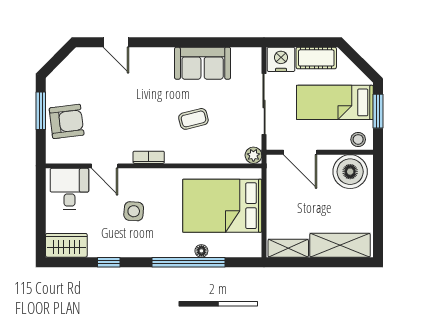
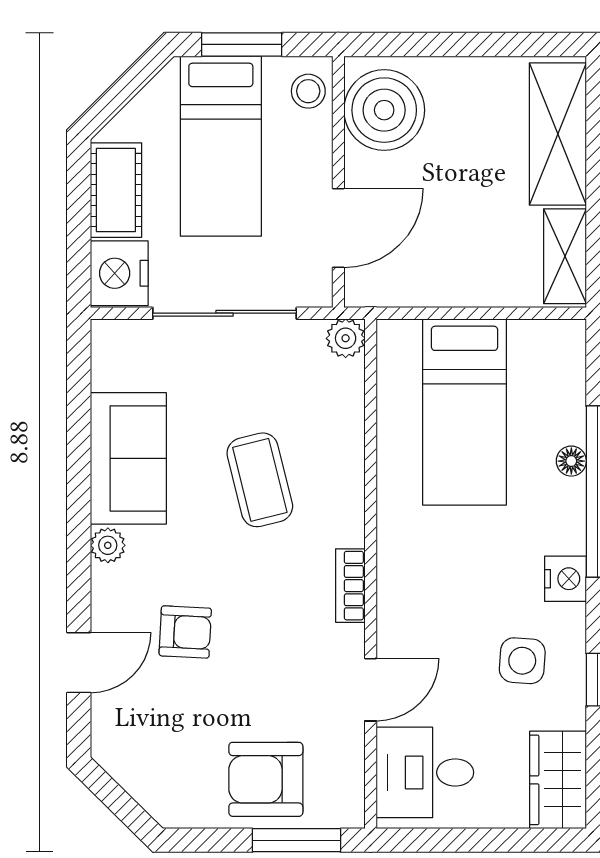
plant: (166, 54) -> (108, 545), added
armchair: (129, 87) -> (185, 632), added
window: (41, 111) -> (296, 840), moved
coffee table: (193, 119) -> (260, 480), width x1.36, depth x1.30
armchair: (67, 121) -> (266, 779), turned -83
bed: (222, 206) -> (465, 412), width x0.67
side table: (134, 211) -> (522, 661), moved
nightstand: (152, 248) -> (565, 579), added

